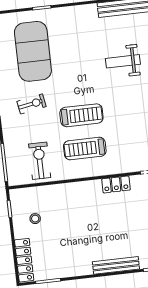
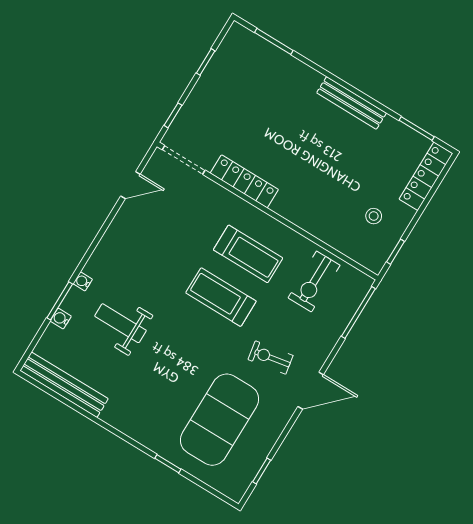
weight bench: (123, 61) -> (120, 323), turned 180
locker: (116, 184) -> (244, 181), width x1.53
bench: (116, 265) -> (352, 103), moved

